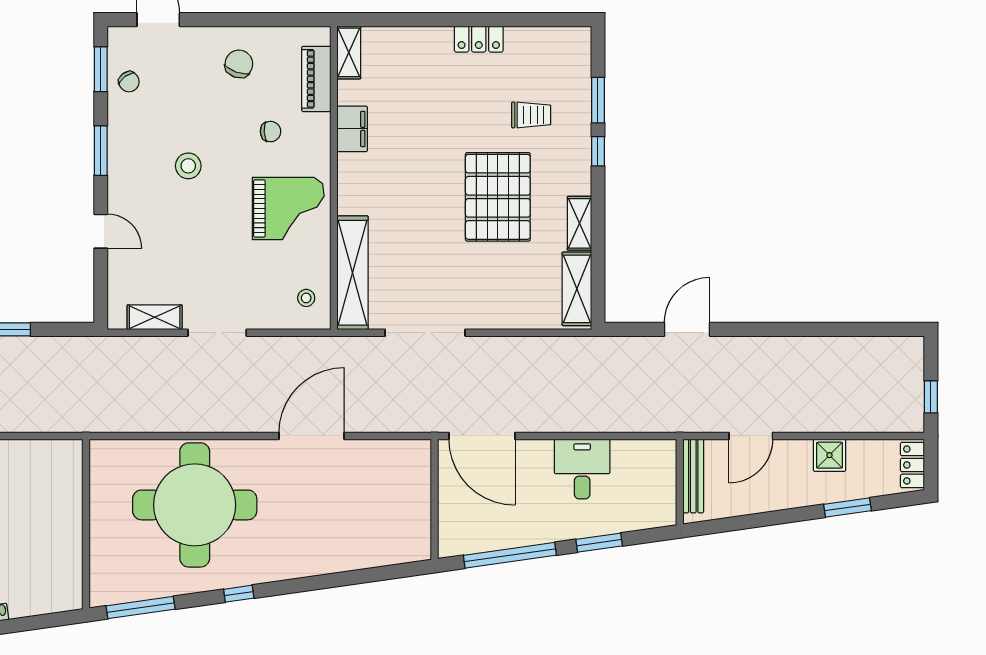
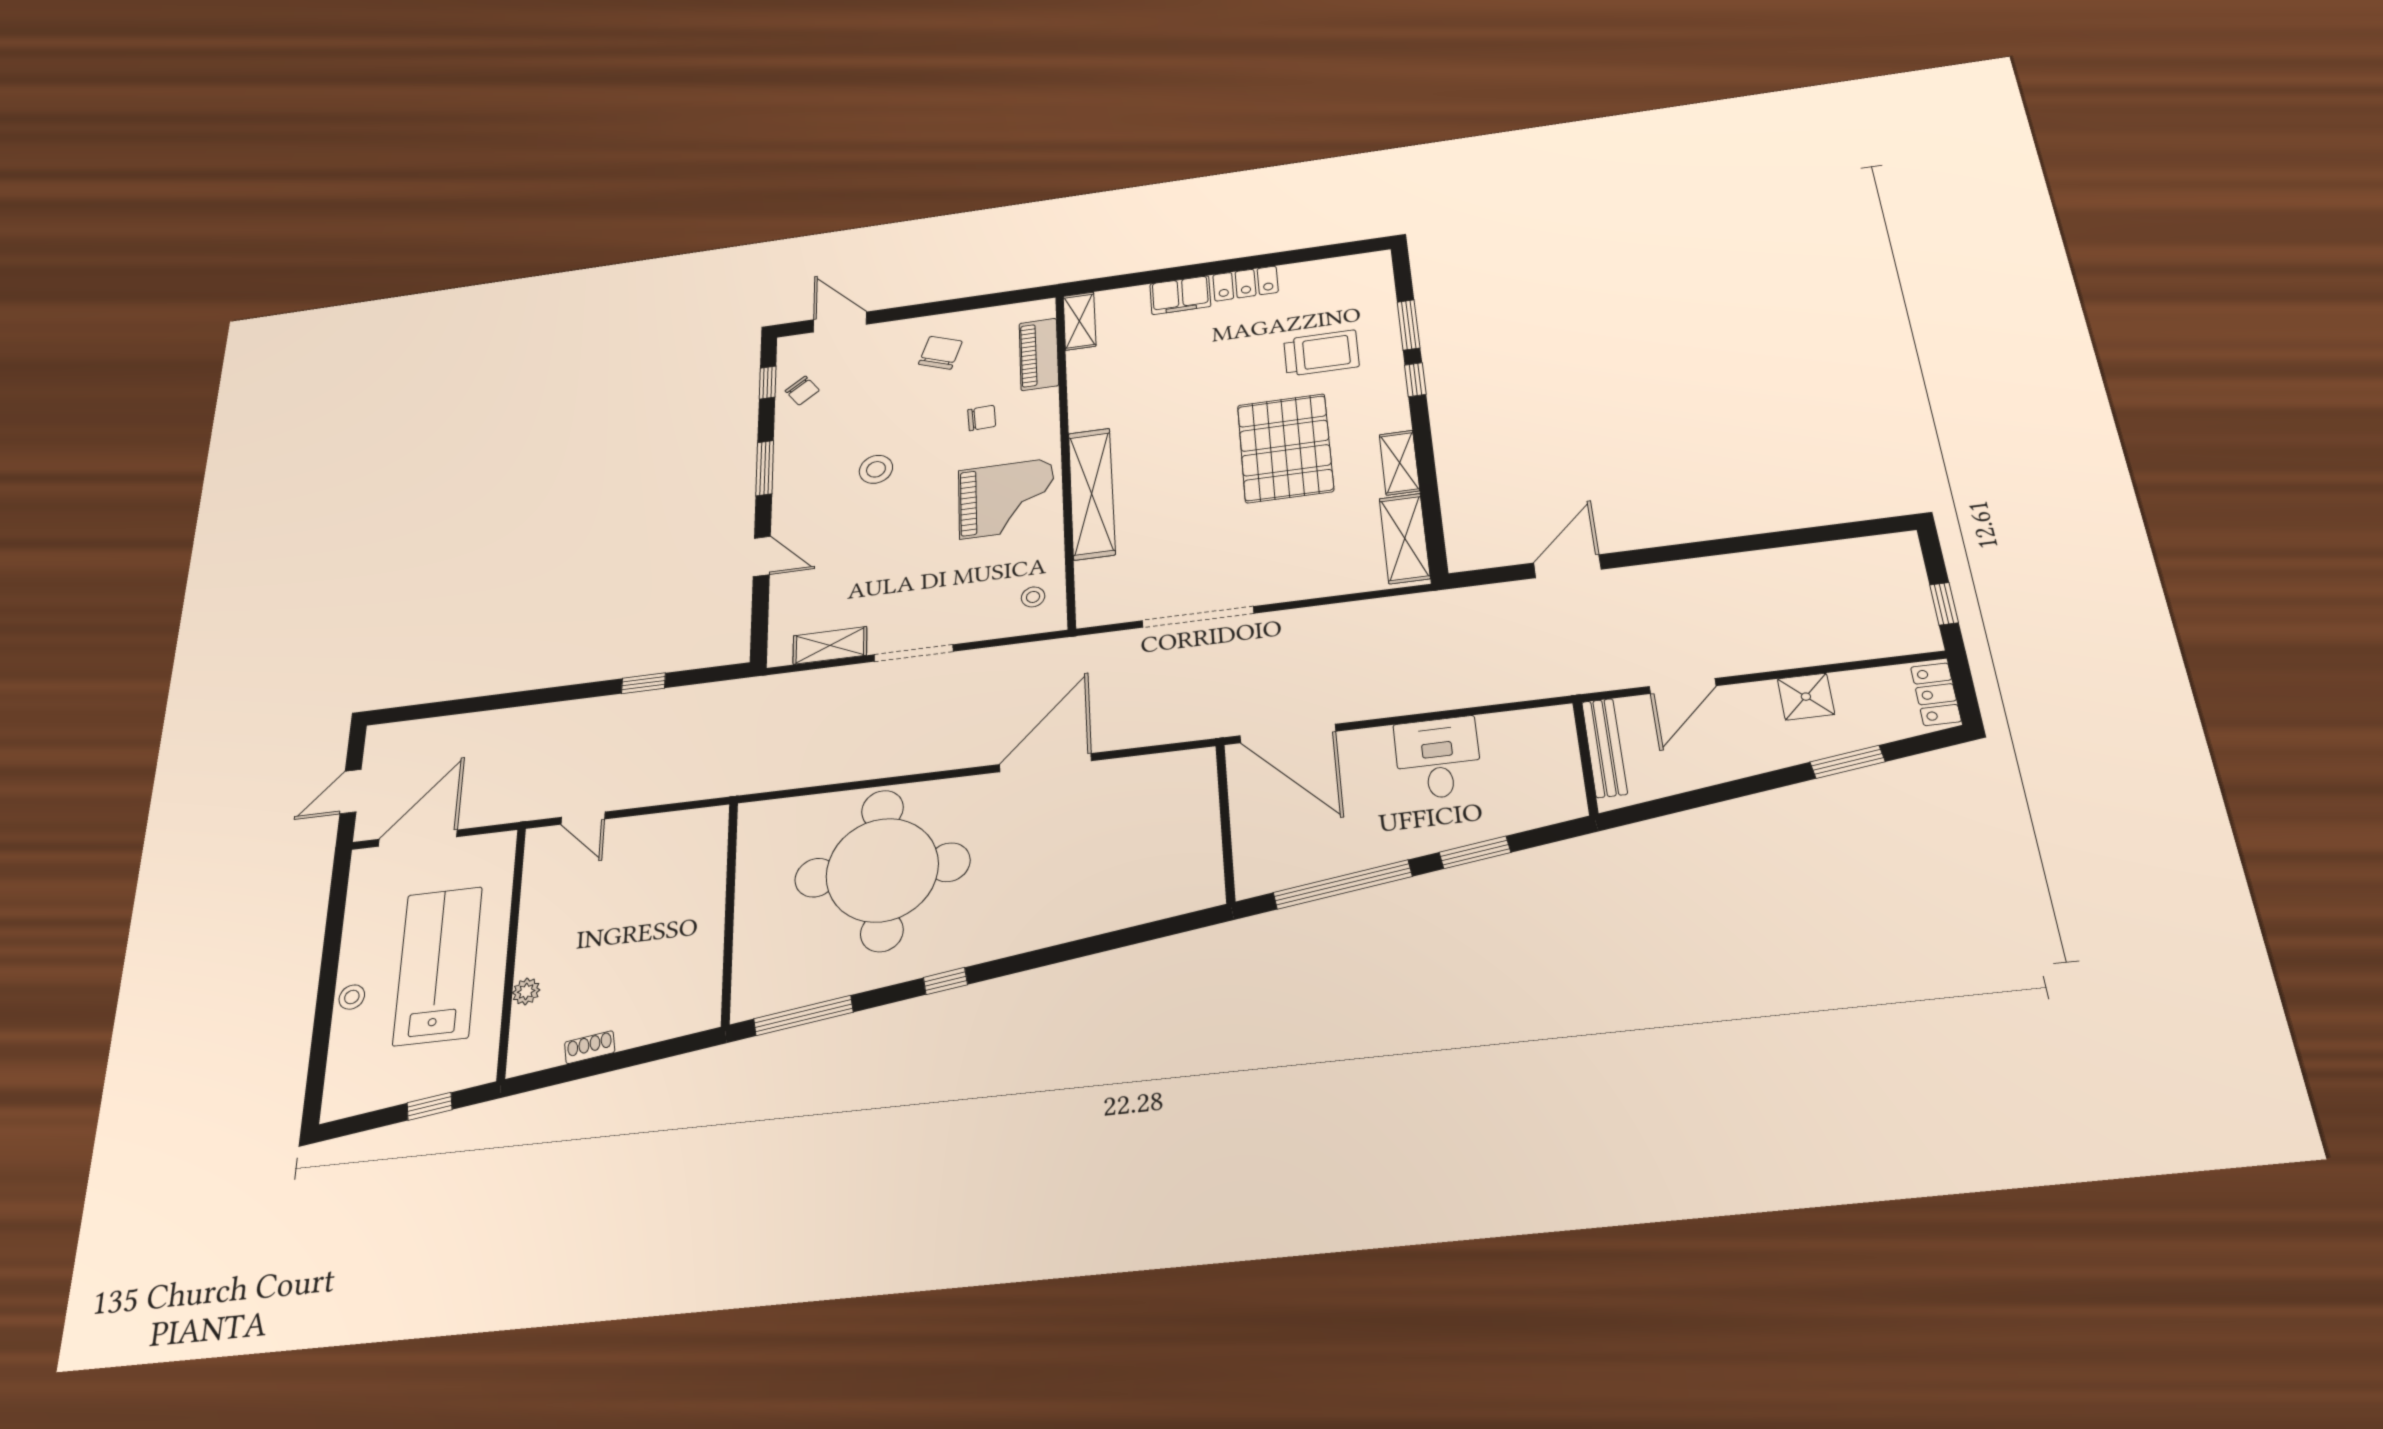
window: (101, 69) -> (768, 383), width x0.67
trolley: (531, 115) -> (1321, 353), width x1.36, depth x1.39
filing cabinet: (352, 129) -> (1180, 295), moved, turned 90
shelving: (353, 273) -> (1092, 494), moved

